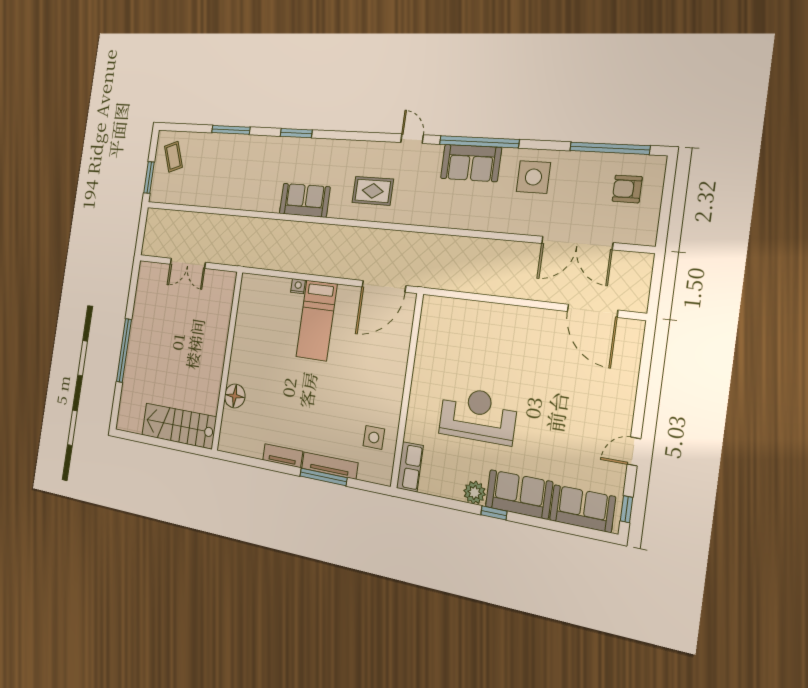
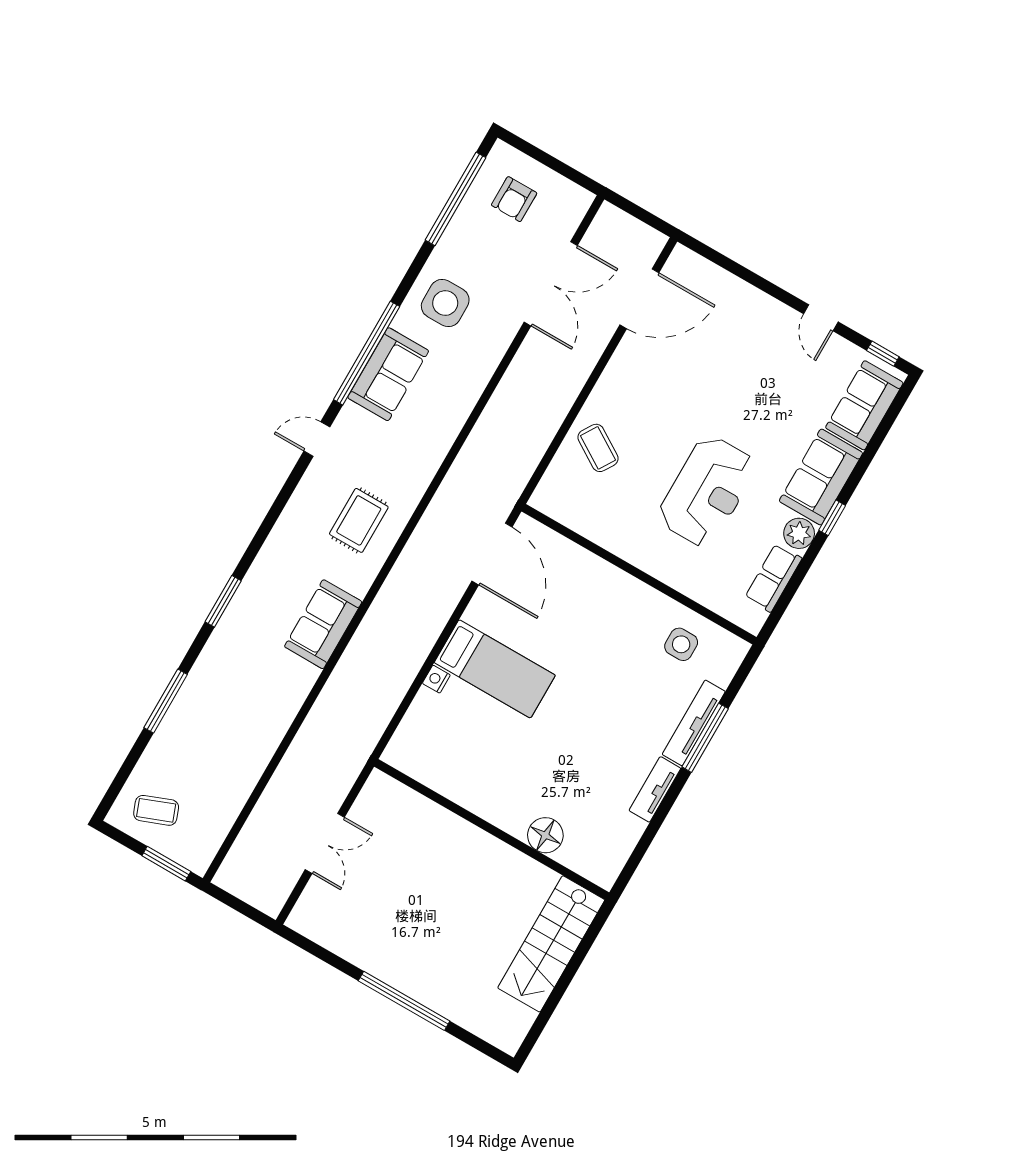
coffee table: (478, 327) -> (598, 448), added
reception desk: (478, 415) -> (707, 491), turned 180
row of seats: (410, 467) -> (773, 578), moved, turned -90

